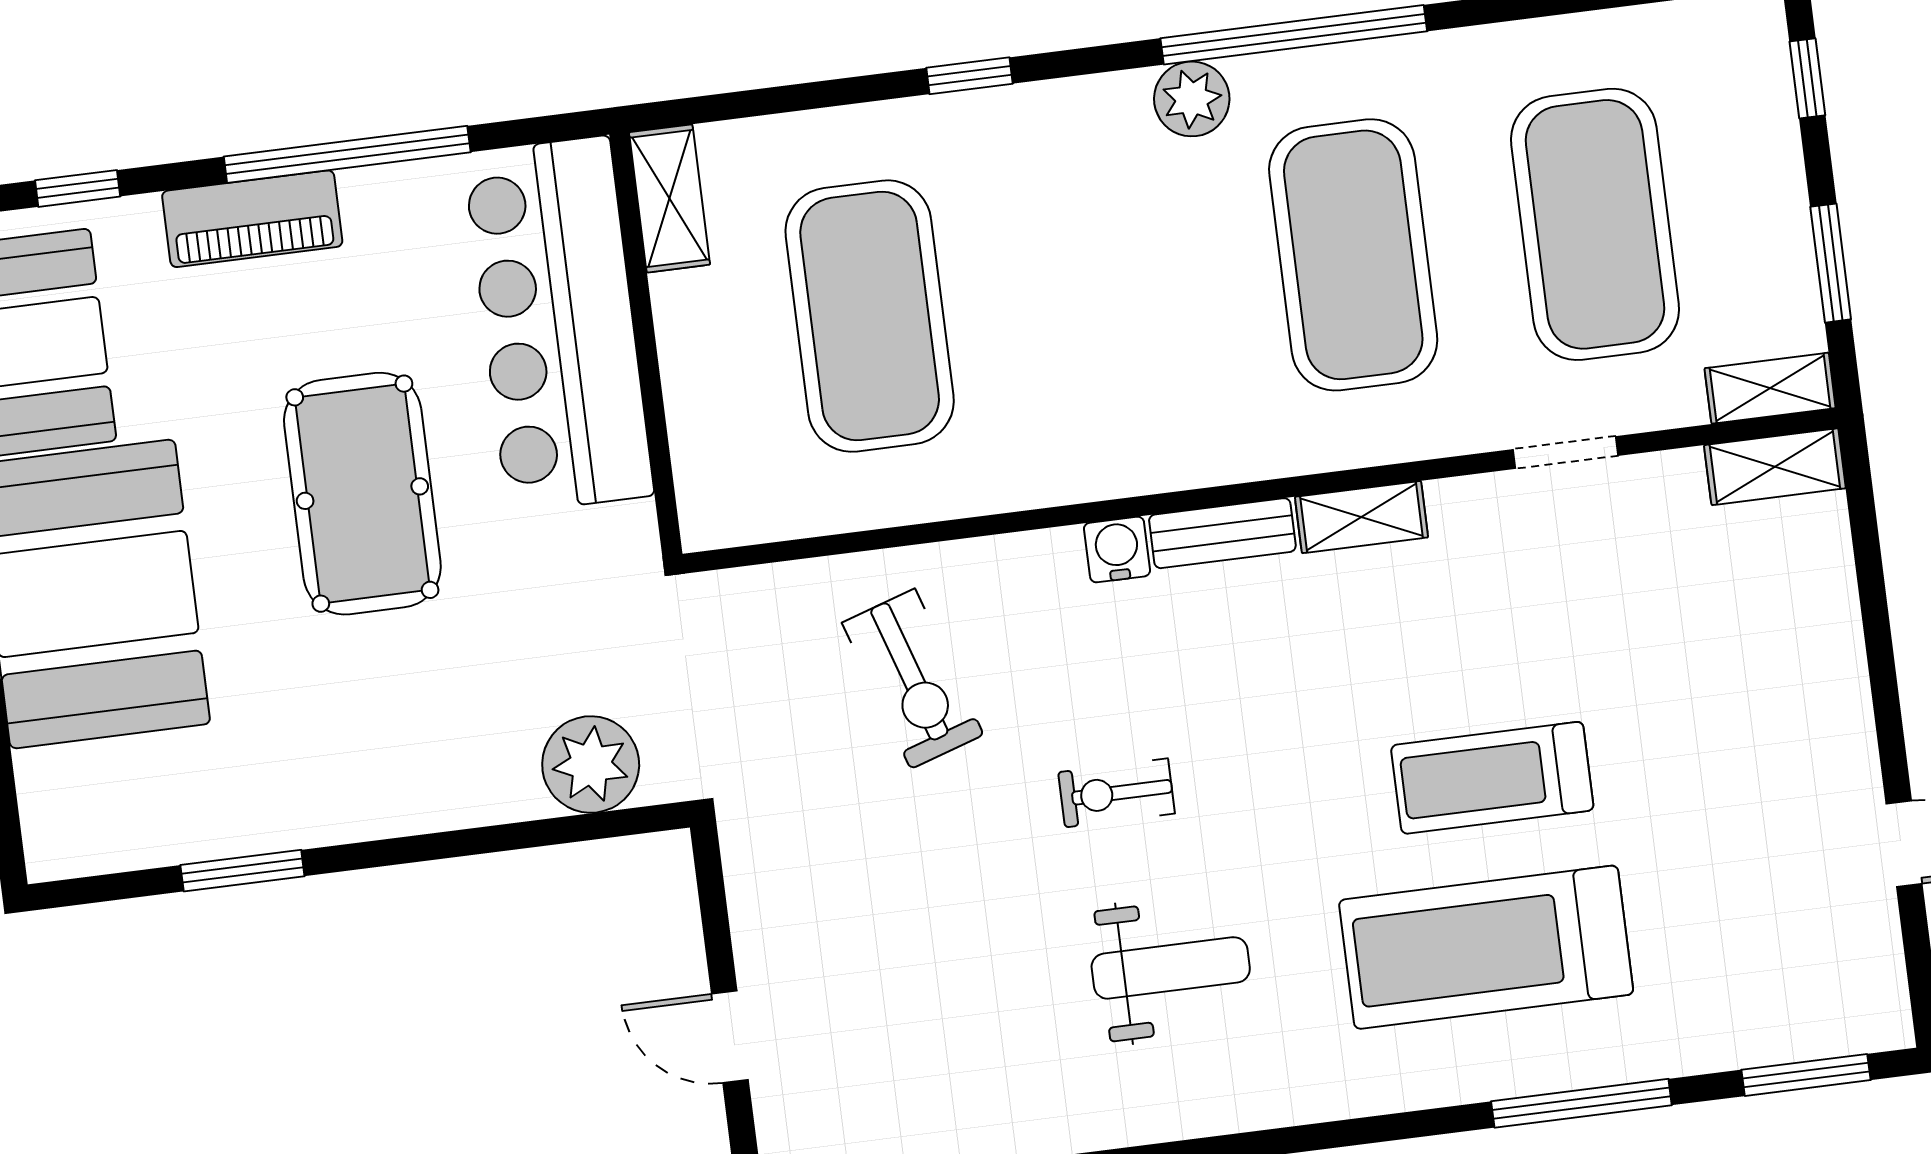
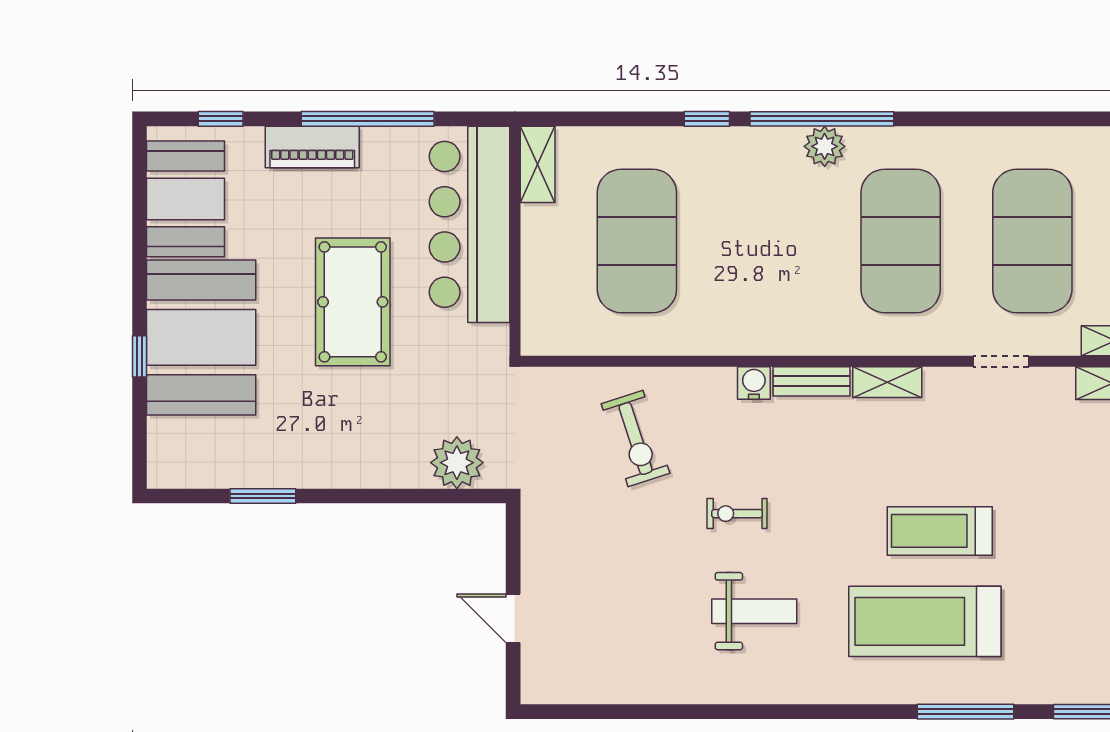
window: (1294, 35) -> (822, 119), moved

